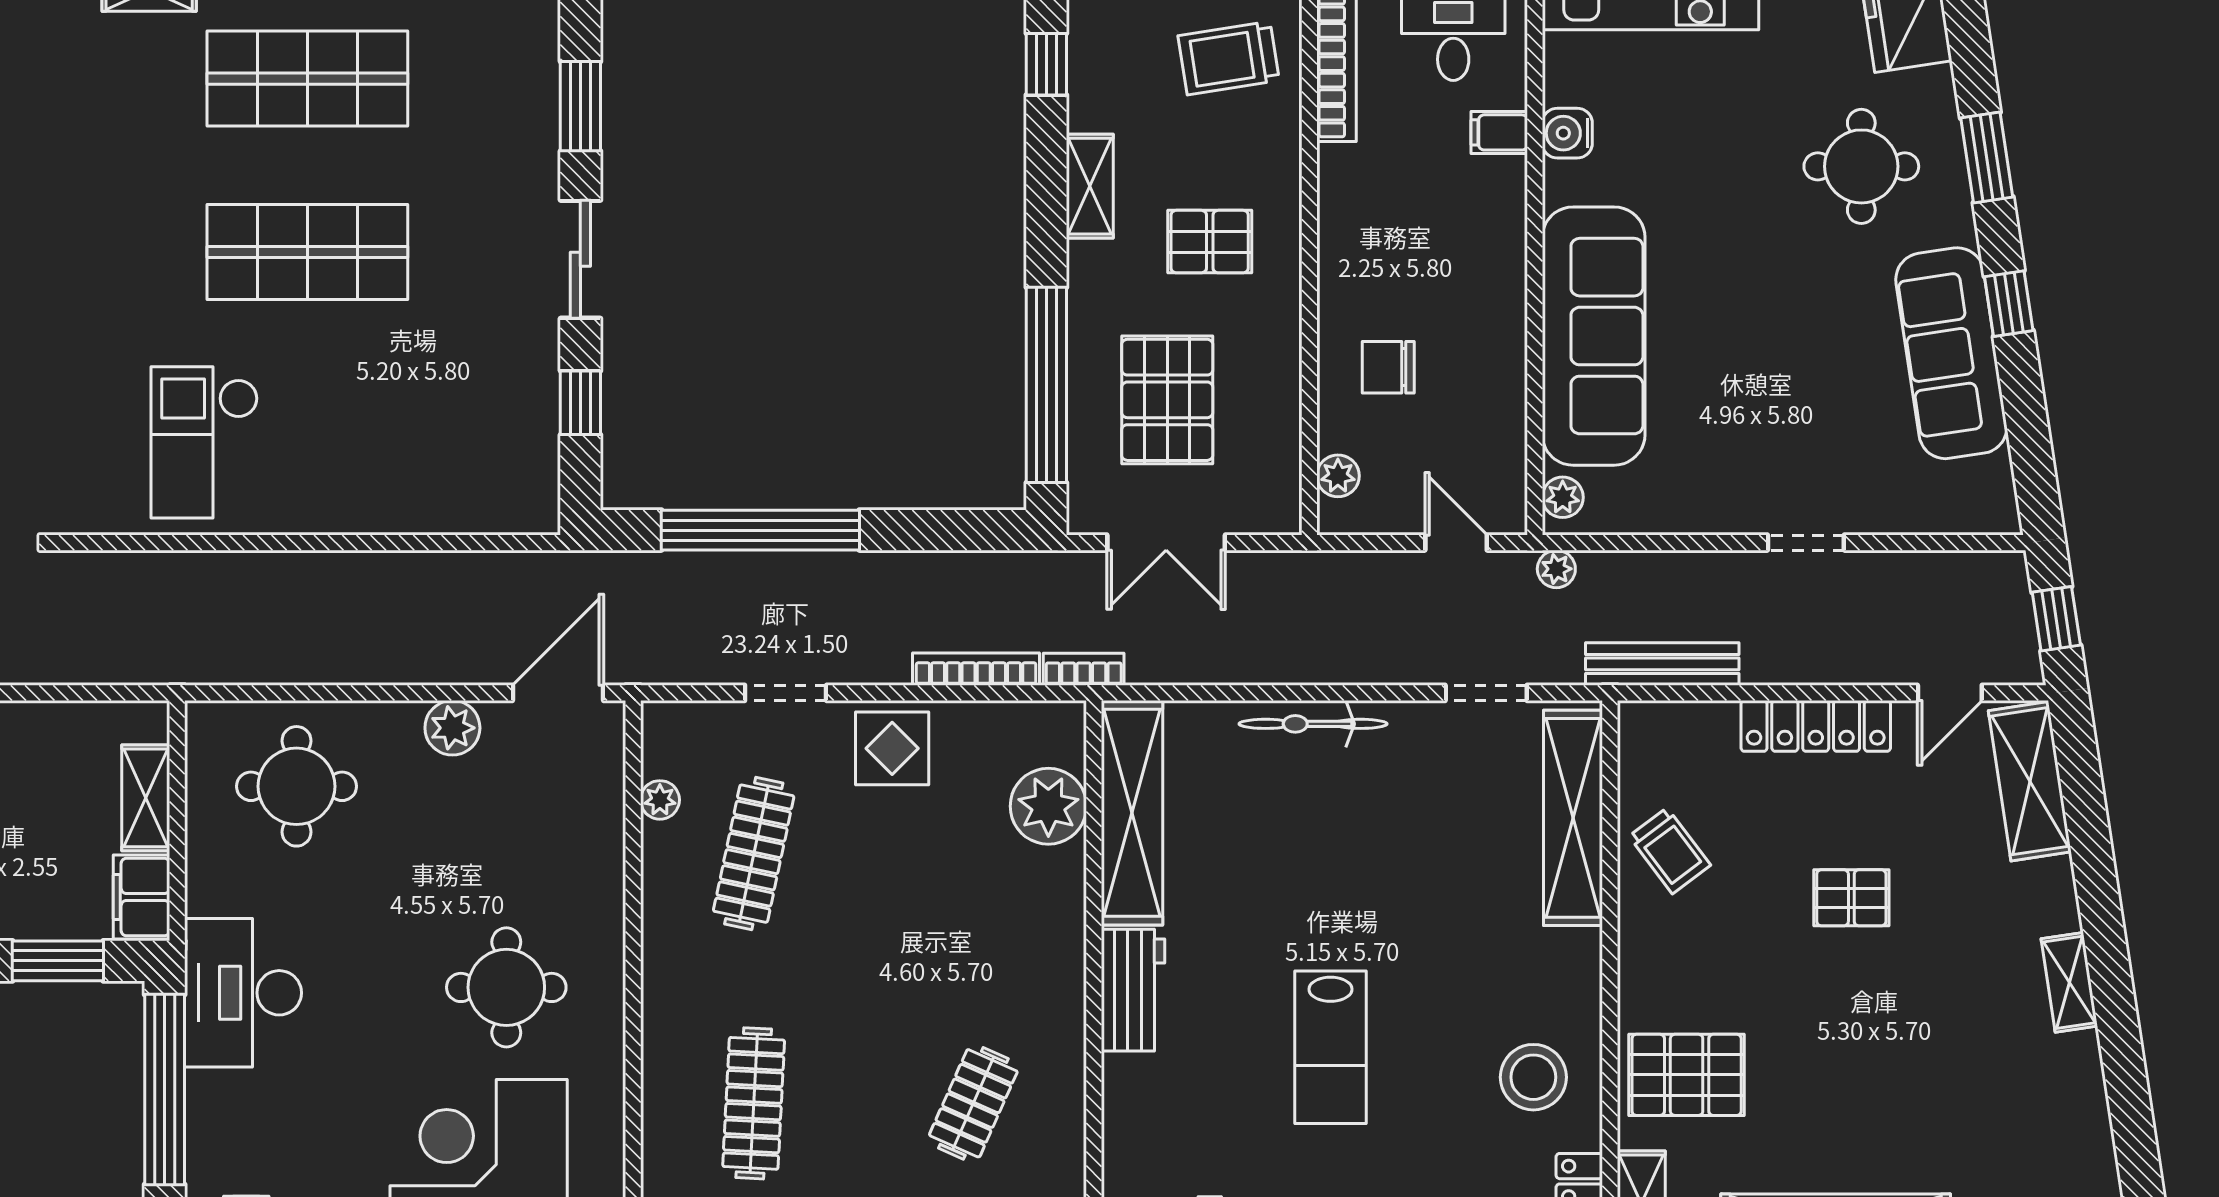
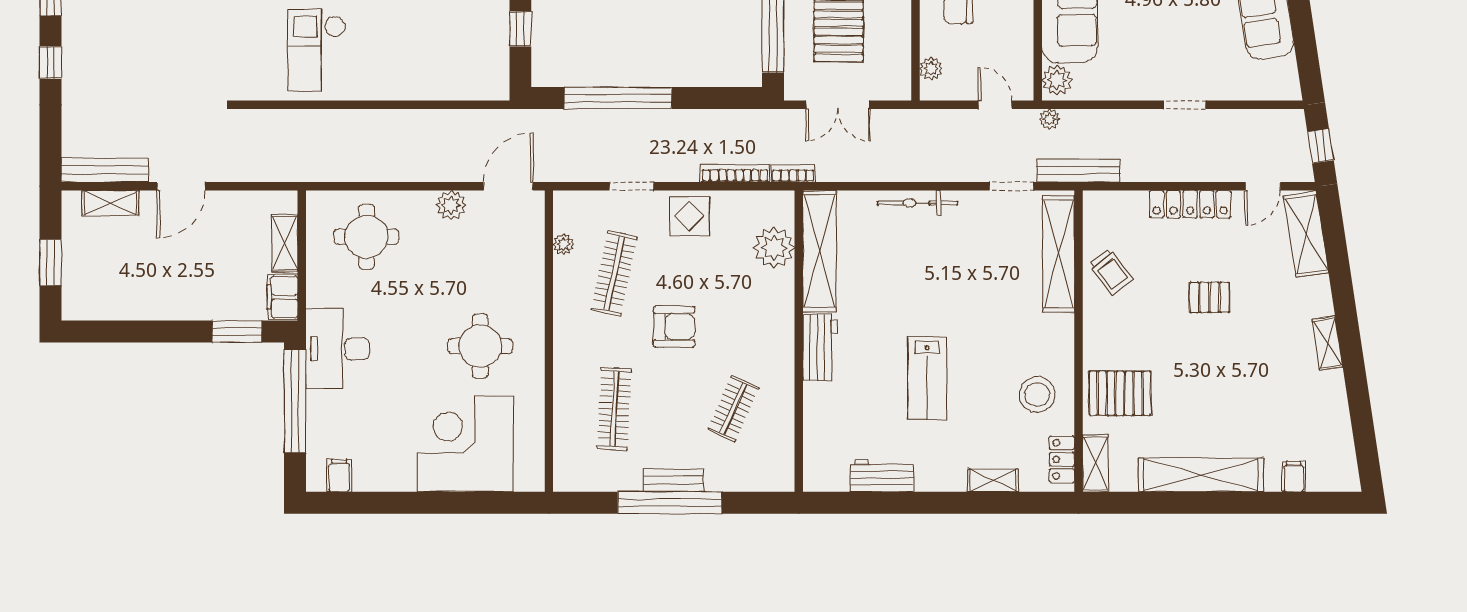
plant: (1563, 497) -> (1057, 80), width x1.38, depth x1.38
bench: (1662, 664) -> (1078, 171), moved
armchair: (864, 952) -> (674, 327), added

